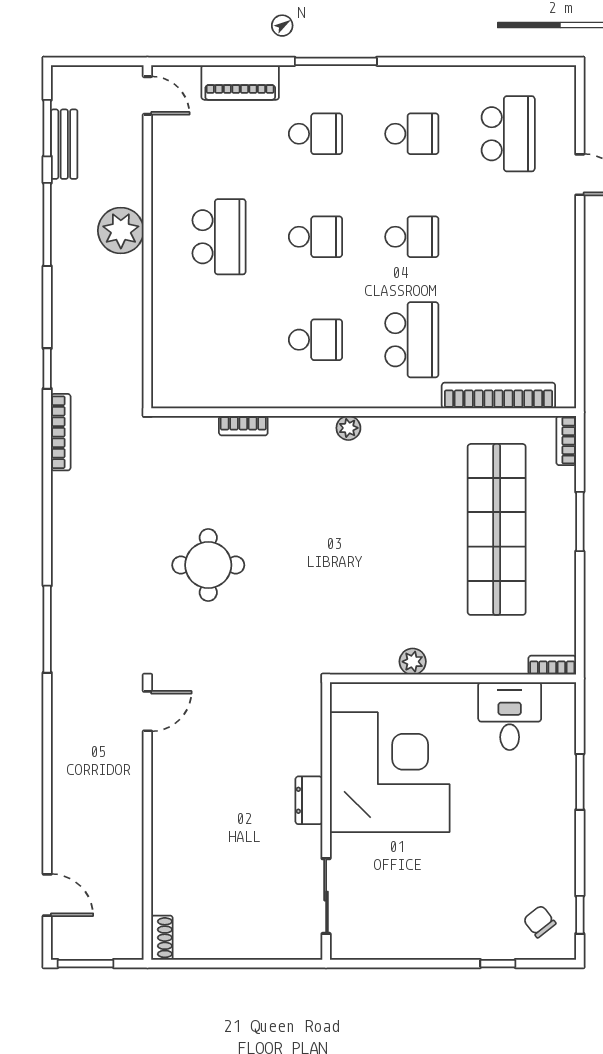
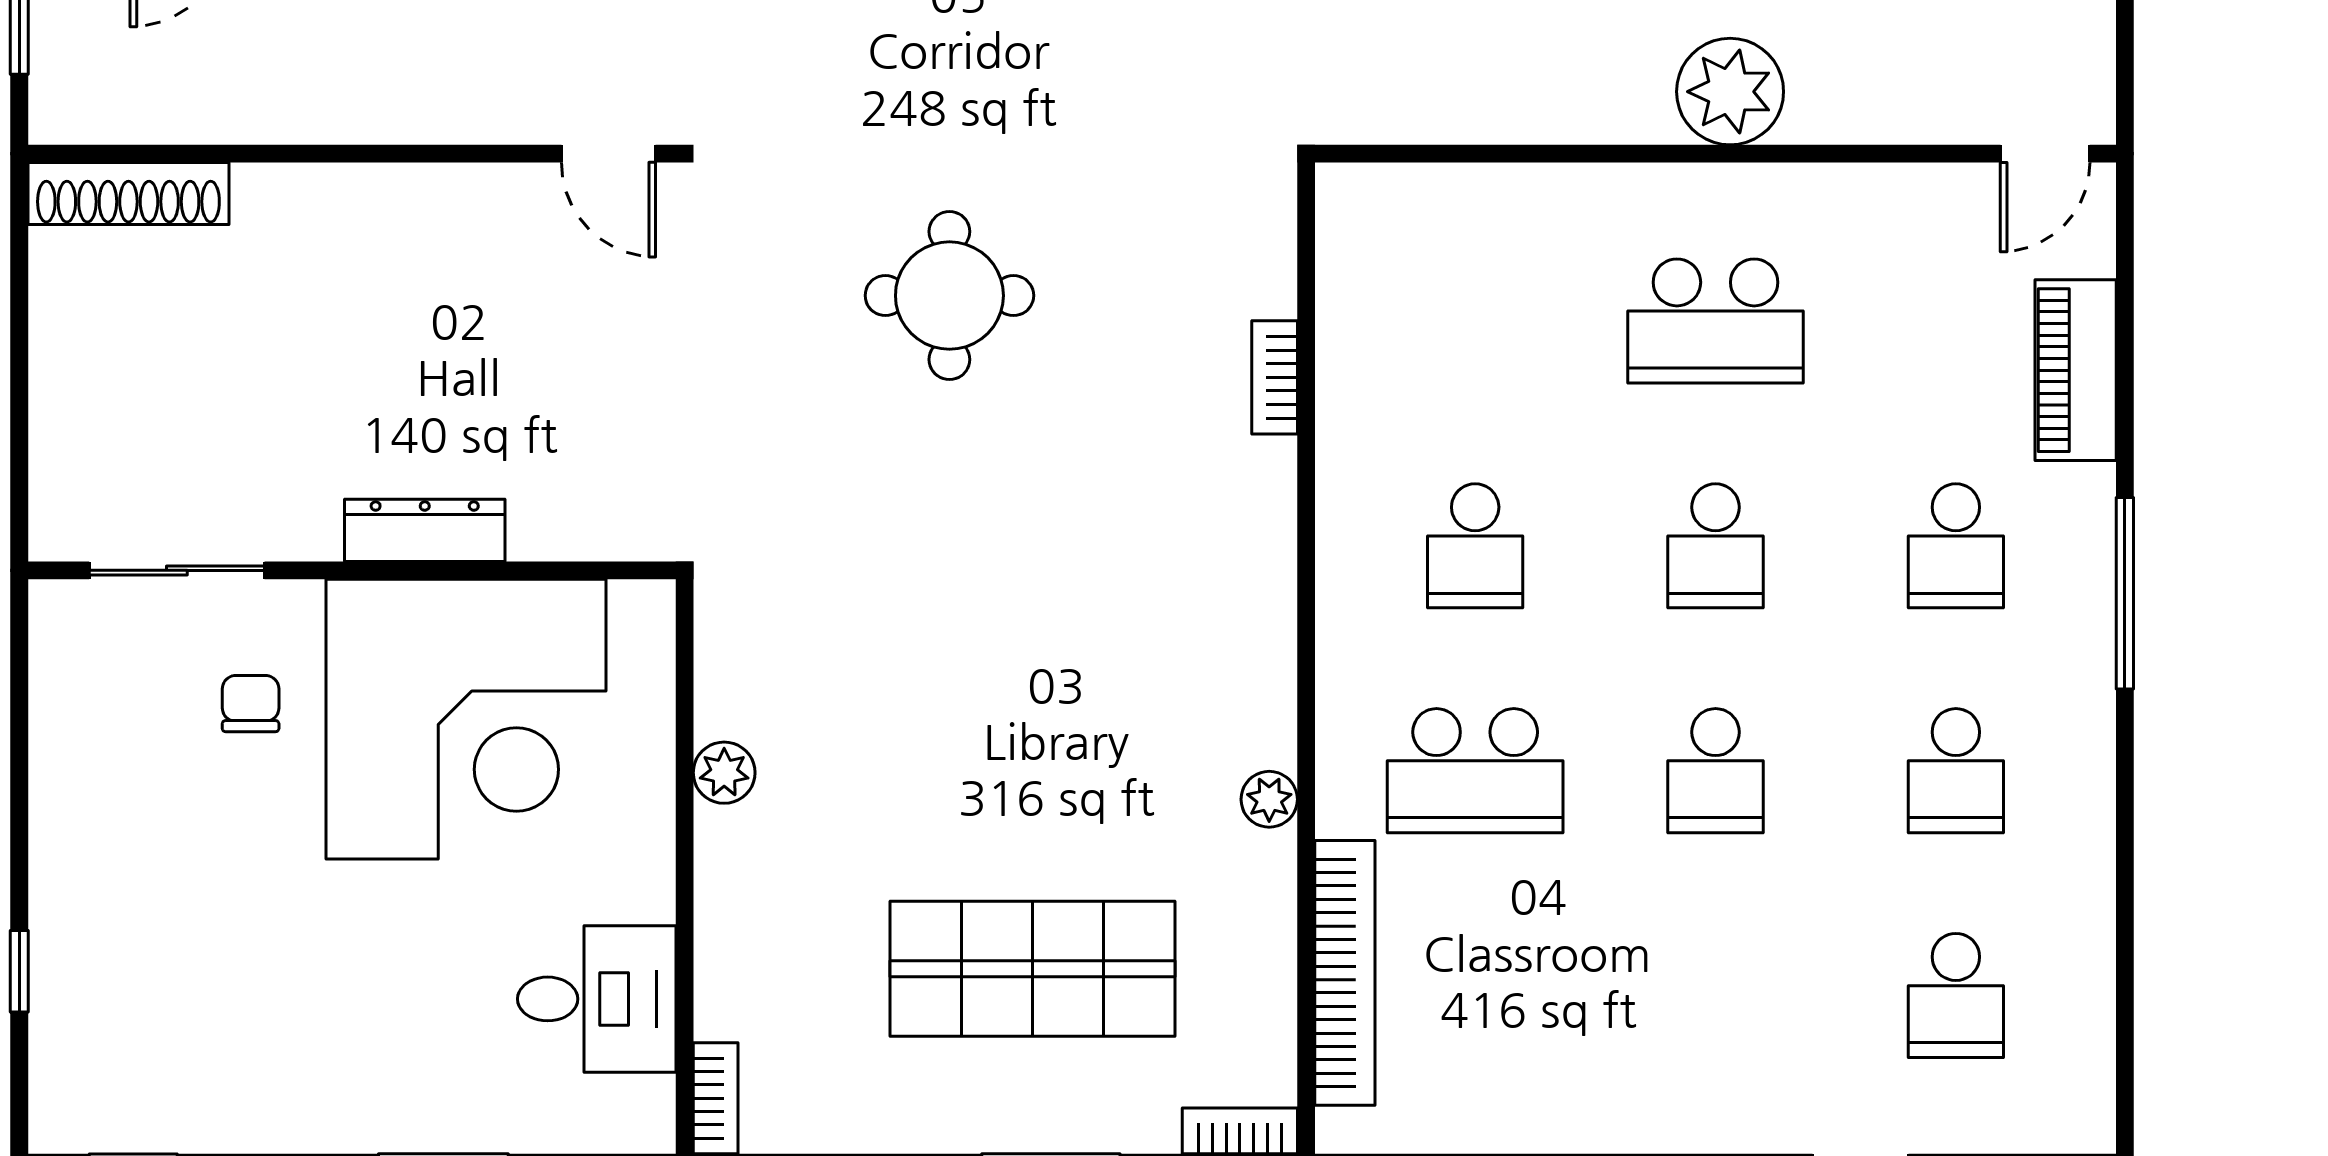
school desk: (508, 134) -> (1956, 995), width x0.54
plant: (348, 428) -> (1269, 799), moved
shop shelf: (497, 529) -> (1032, 969), width x0.71
dresser: (309, 800) -> (425, 530), width x1.44
chair: (540, 922) -> (251, 704), moved, turned -52
shoe rack: (162, 938) -> (128, 194), width x1.94, depth x1.24

